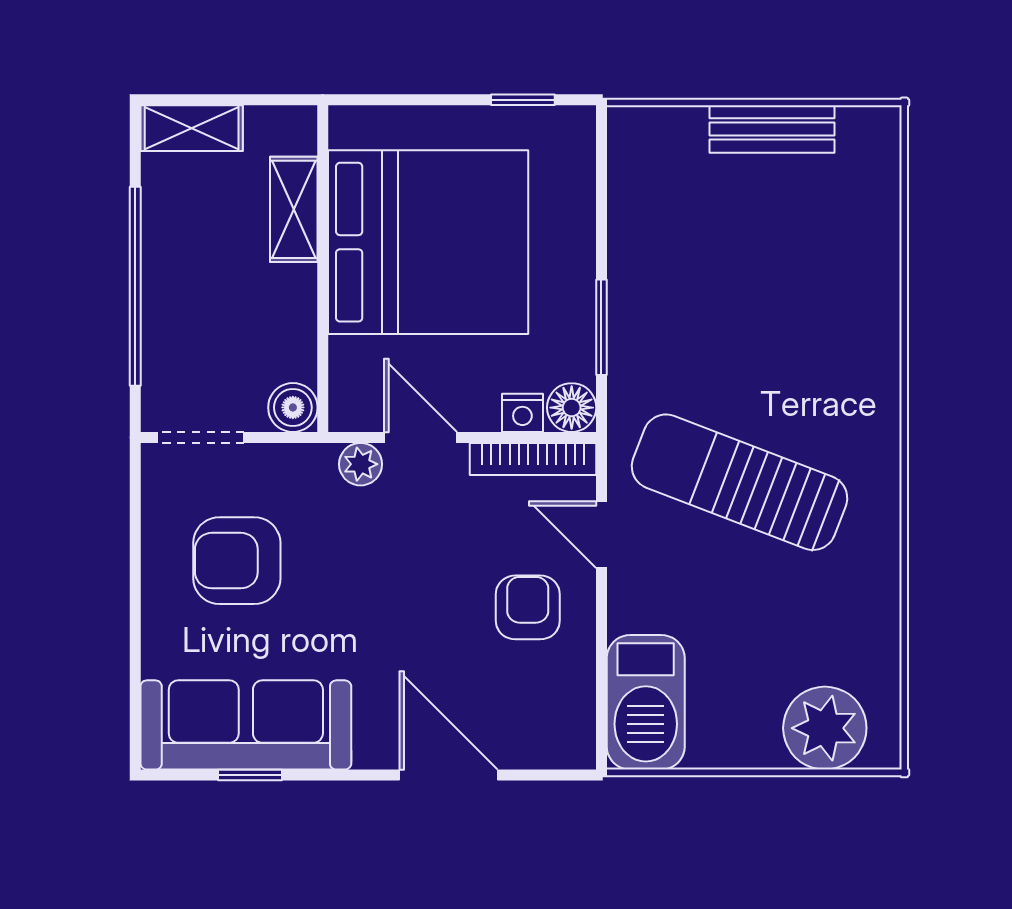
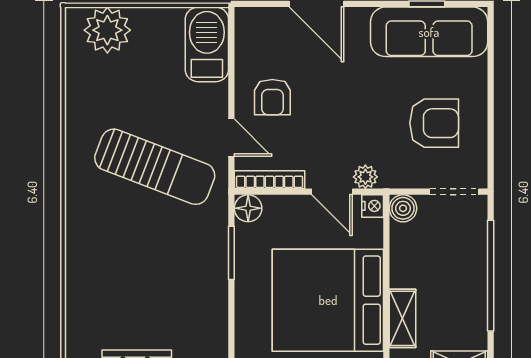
nightstand: (522, 413) -> (373, 206), moved, turned 90

